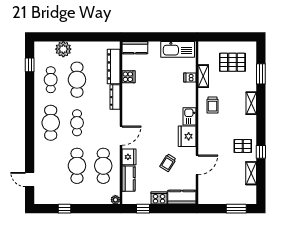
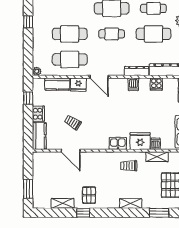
dishwasher: (129, 100) -> (133, 84), added
fridge: (187, 136) -> (140, 141), moved

